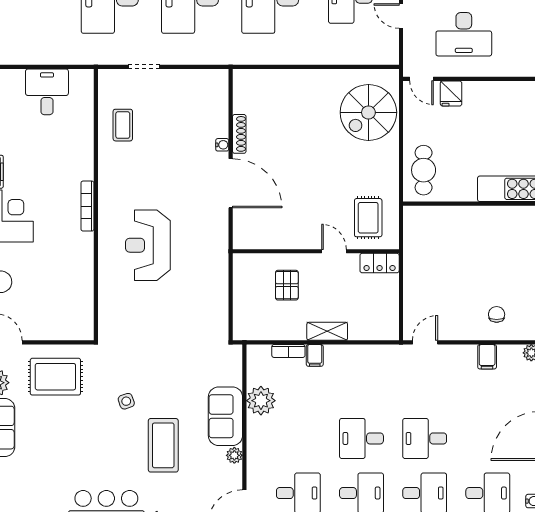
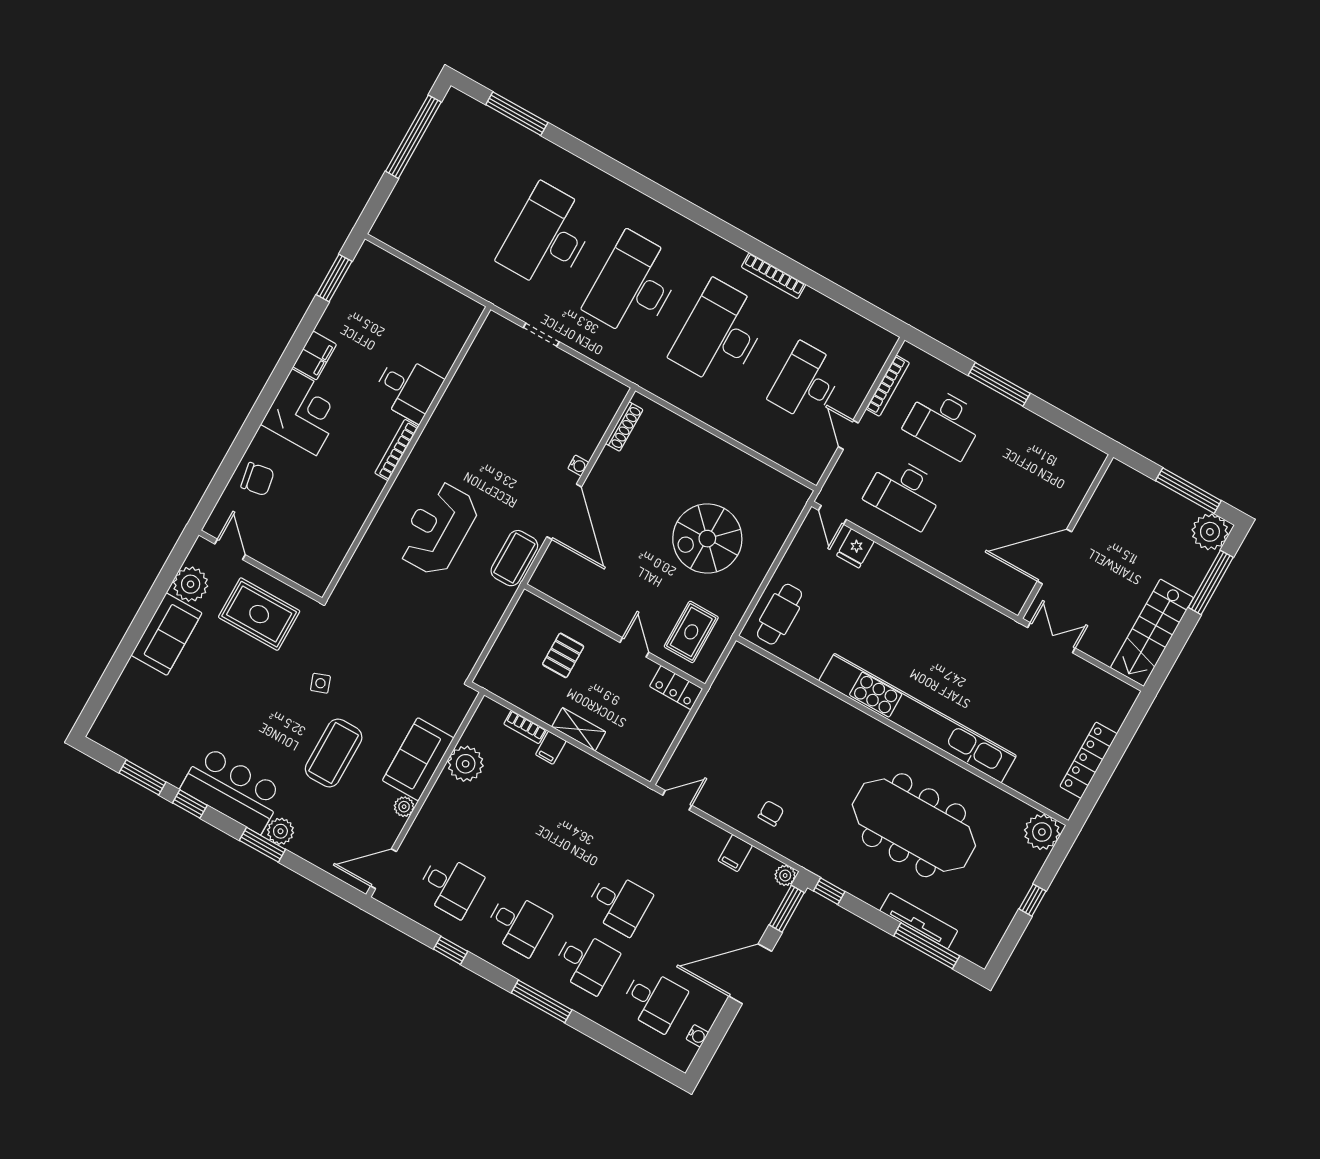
desk: (47, 92) -> (408, 388), moved, turned 90
spiral stairs: (368, 112) -> (707, 539), moved
coffee table: (123, 125) -> (514, 558), moved, width x1.36, depth x1.30
shoe rack: (239, 134) -> (624, 427), moved
desk: (361, 438) -> (551, 865), removed
desk: (425, 438) -> (619, 903), turned 180

